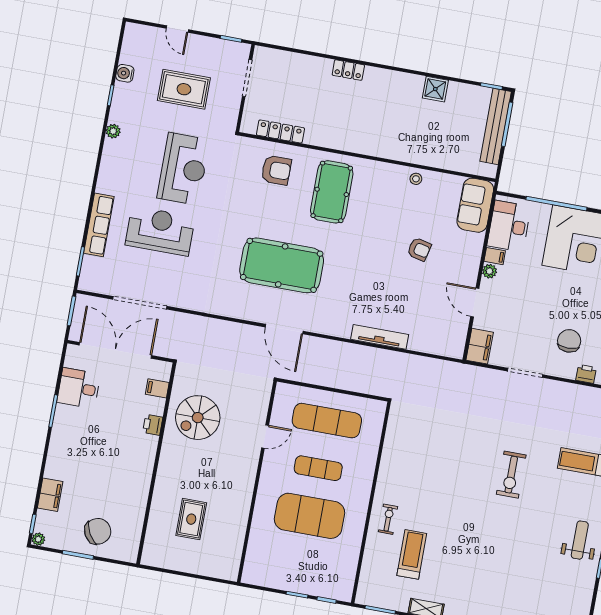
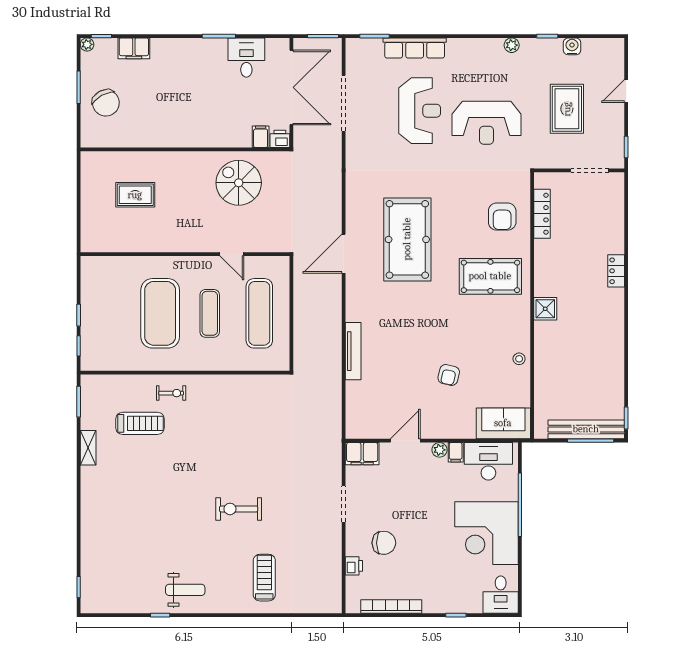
shower: (435, 89) -> (545, 309), moved
printer: (153, 425) -> (280, 139), moved

